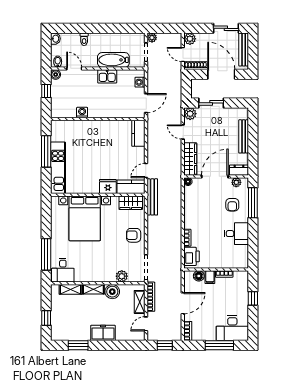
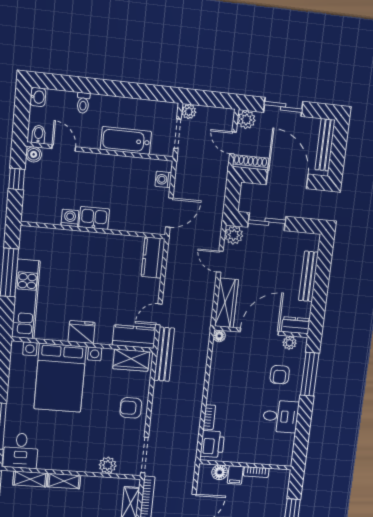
sliding door: (226, 28) -> (283, 107), moved
kitchen sink: (107, 76) -> (94, 218), moved, turned 180
fridge: (108, 187) -> (82, 332), moved
boiler: (112, 292) -> (92, 486), removed

